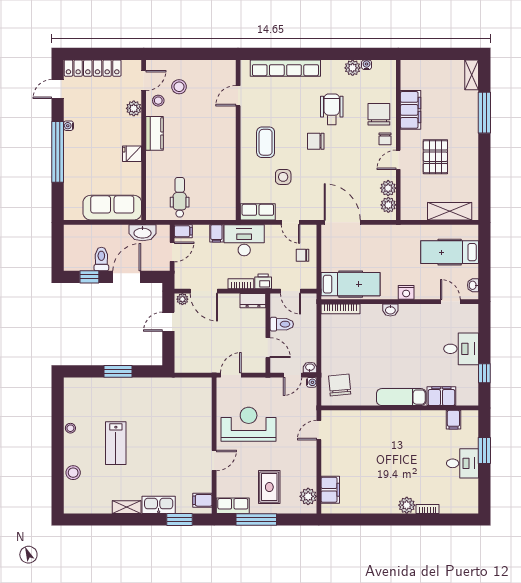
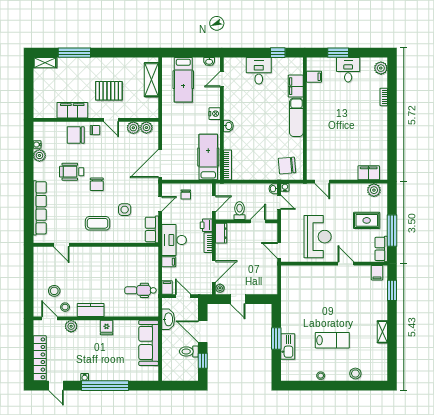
reception desk: (249, 424) -> (318, 237), turned 180
kitchen sink: (159, 505) -> (288, 347), moved, turned 180
plant: (407, 505) -> (381, 68), moved

